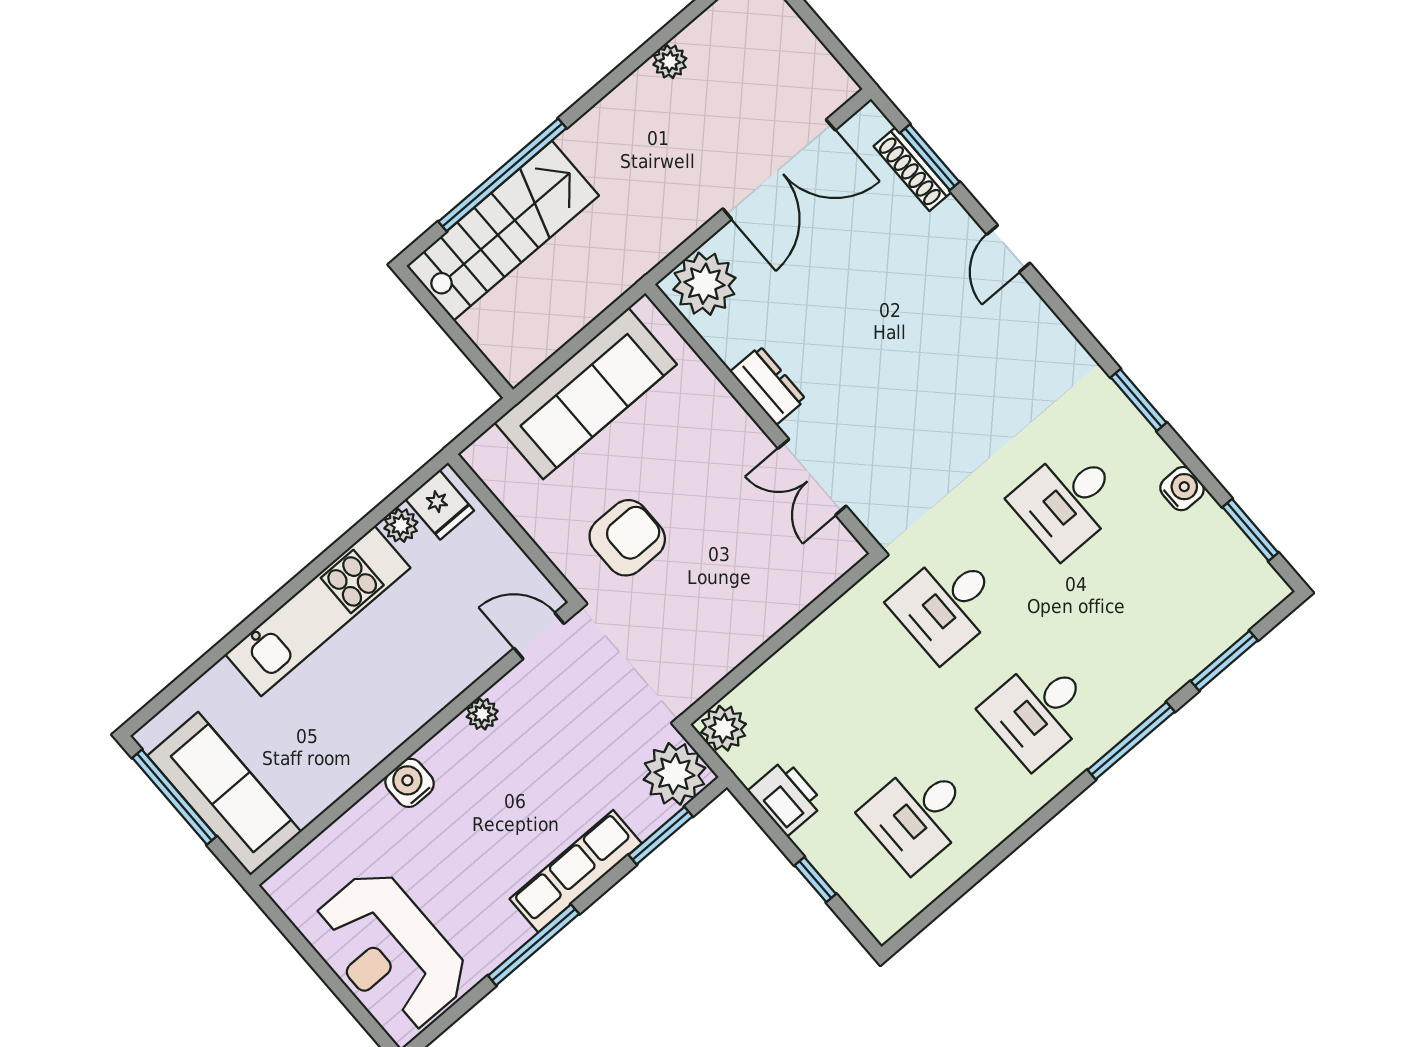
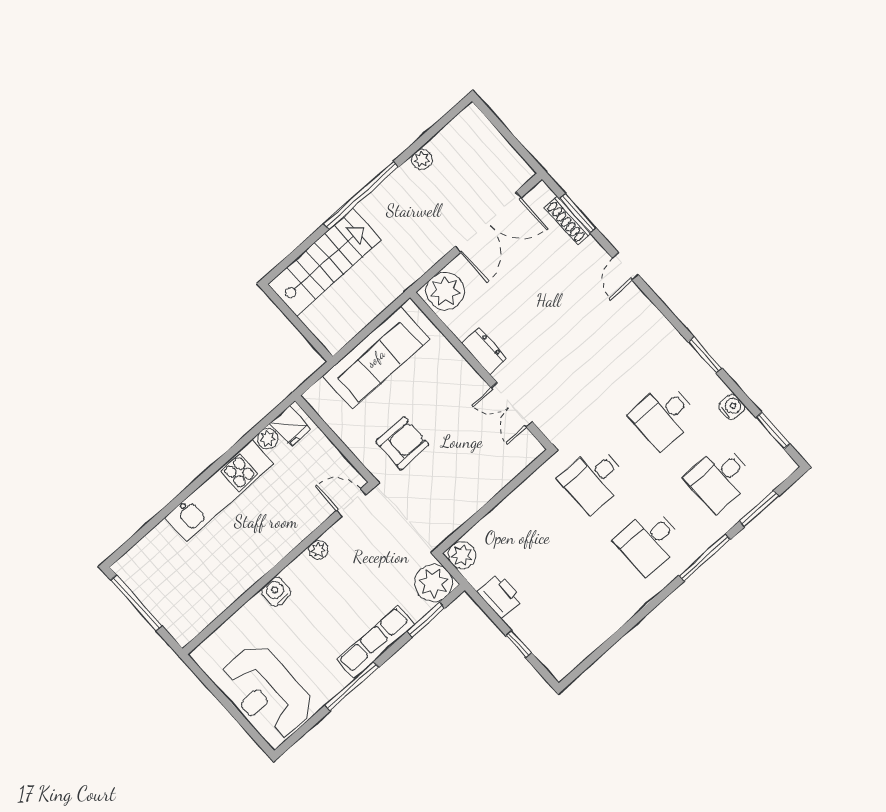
window: (502, 175) -> (361, 195), moved
sofa: (224, 794) -> (166, 600), removed
desk: (918, 815) -> (720, 478), moved

